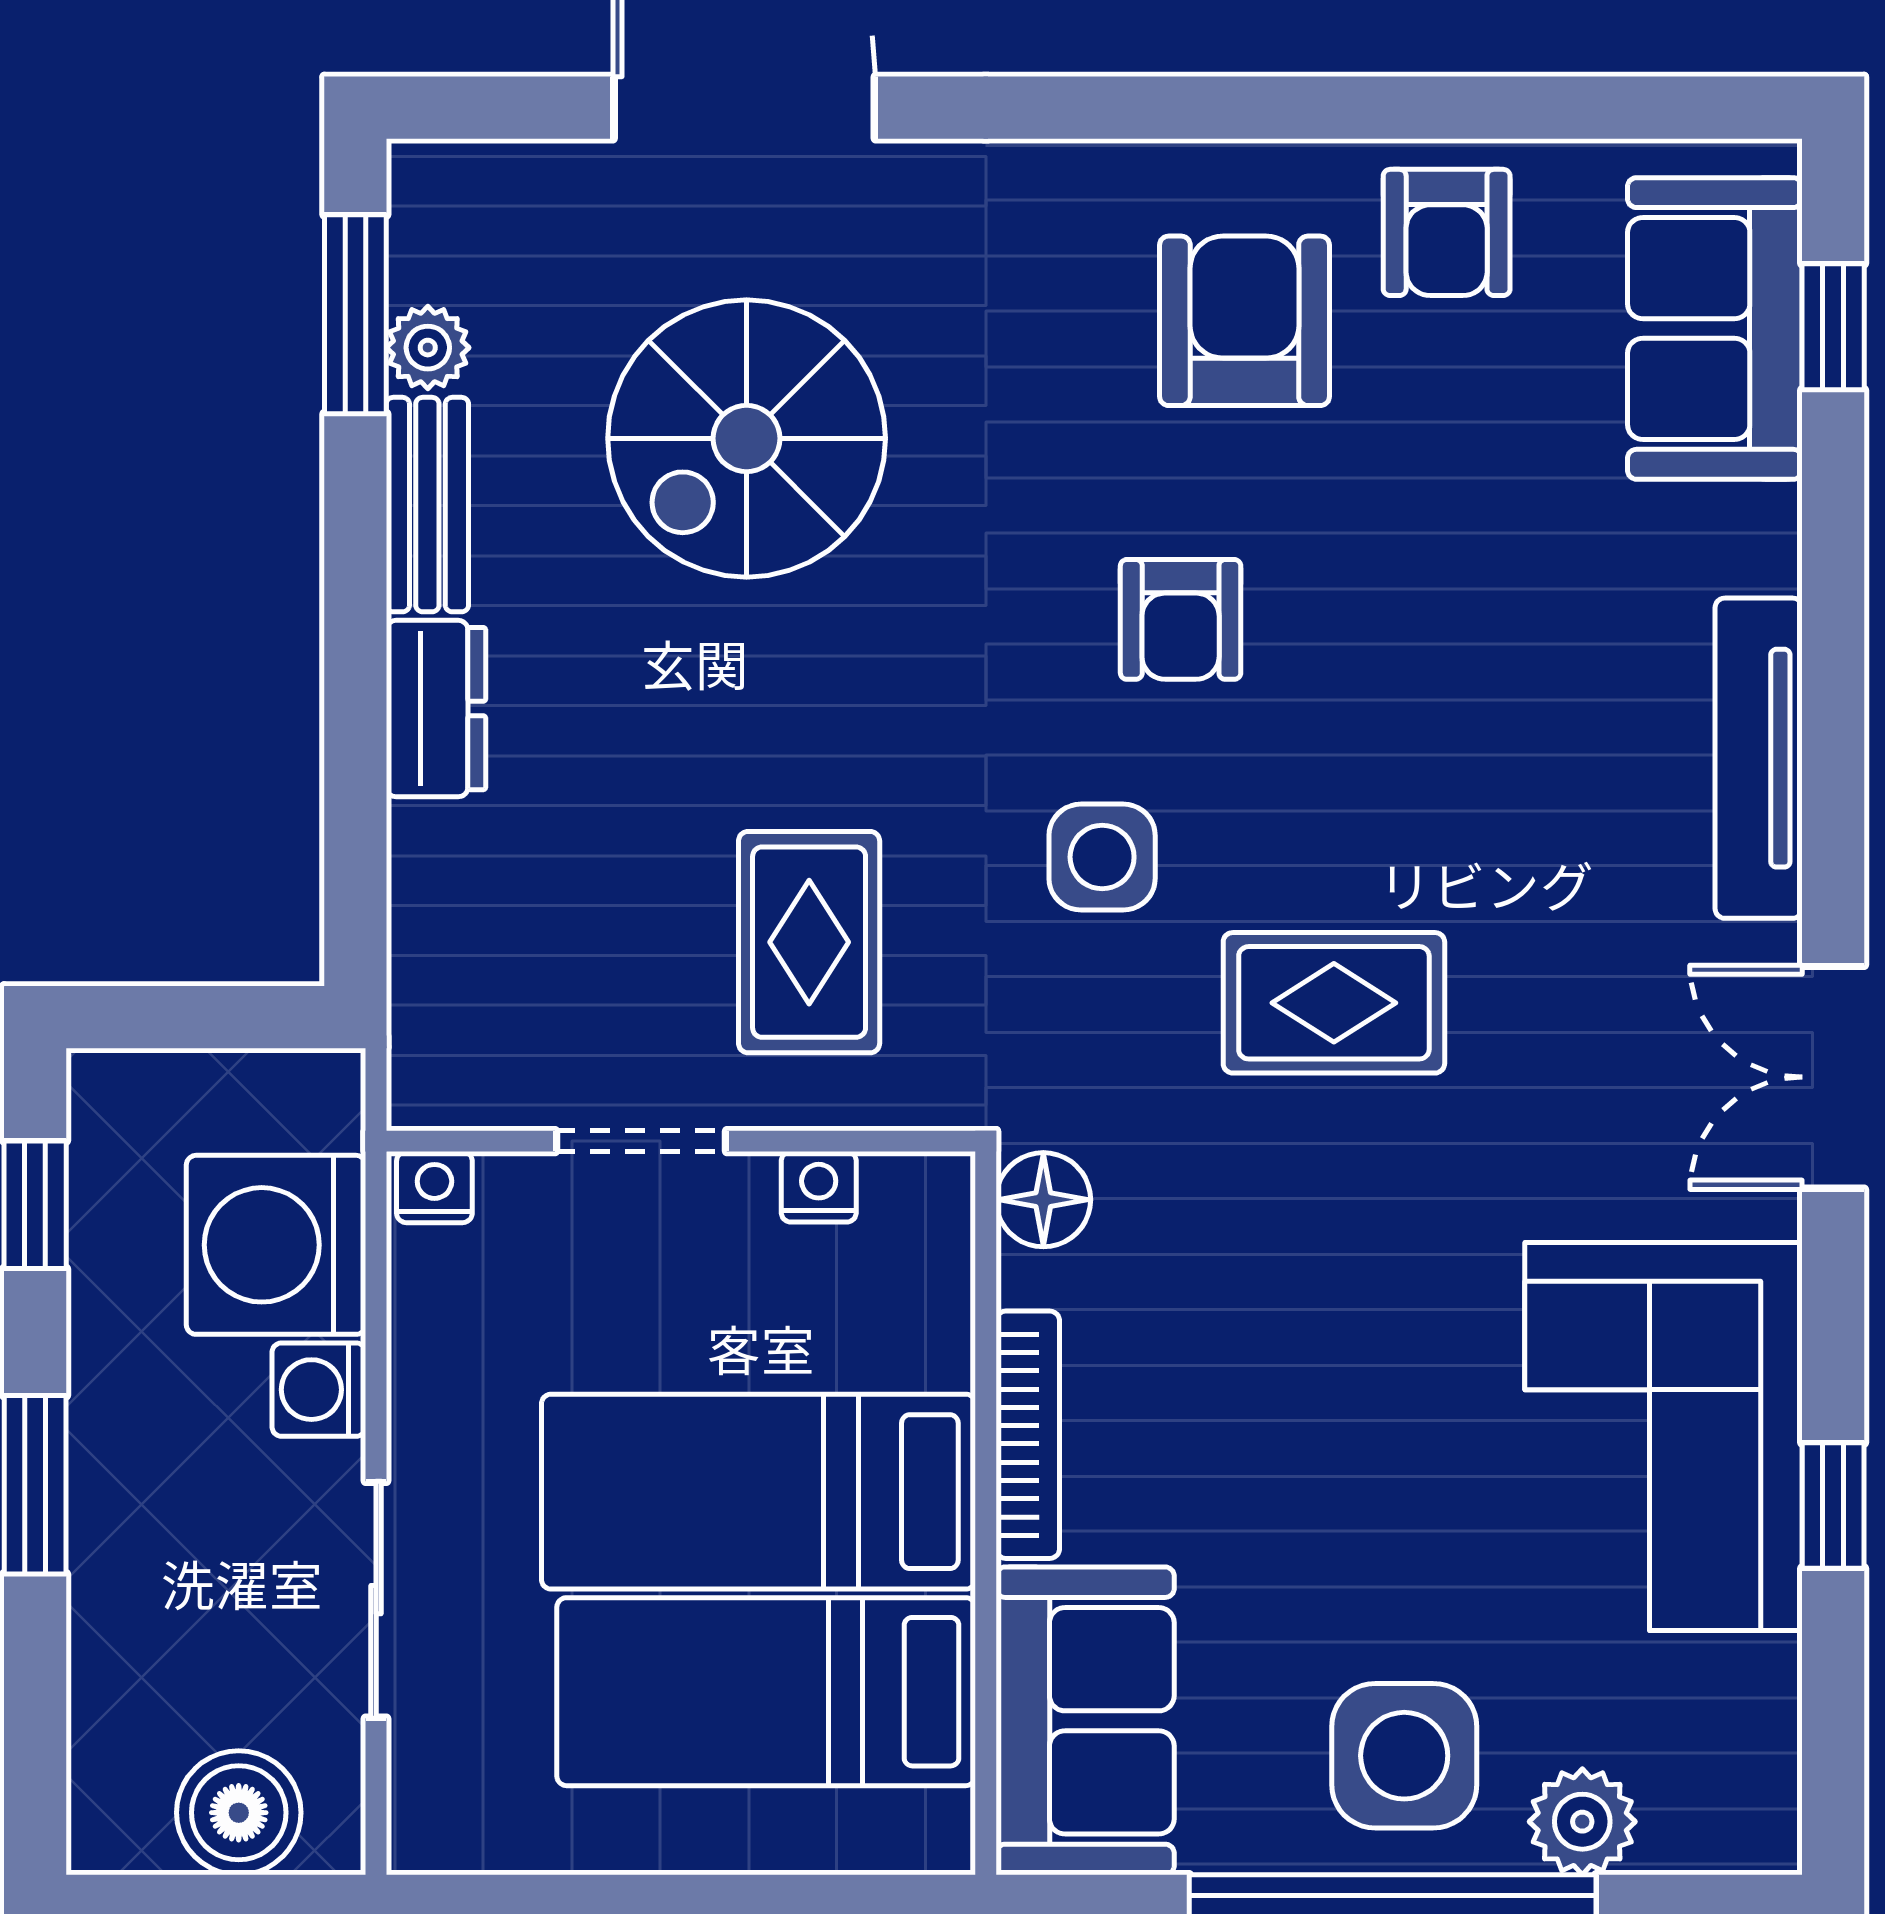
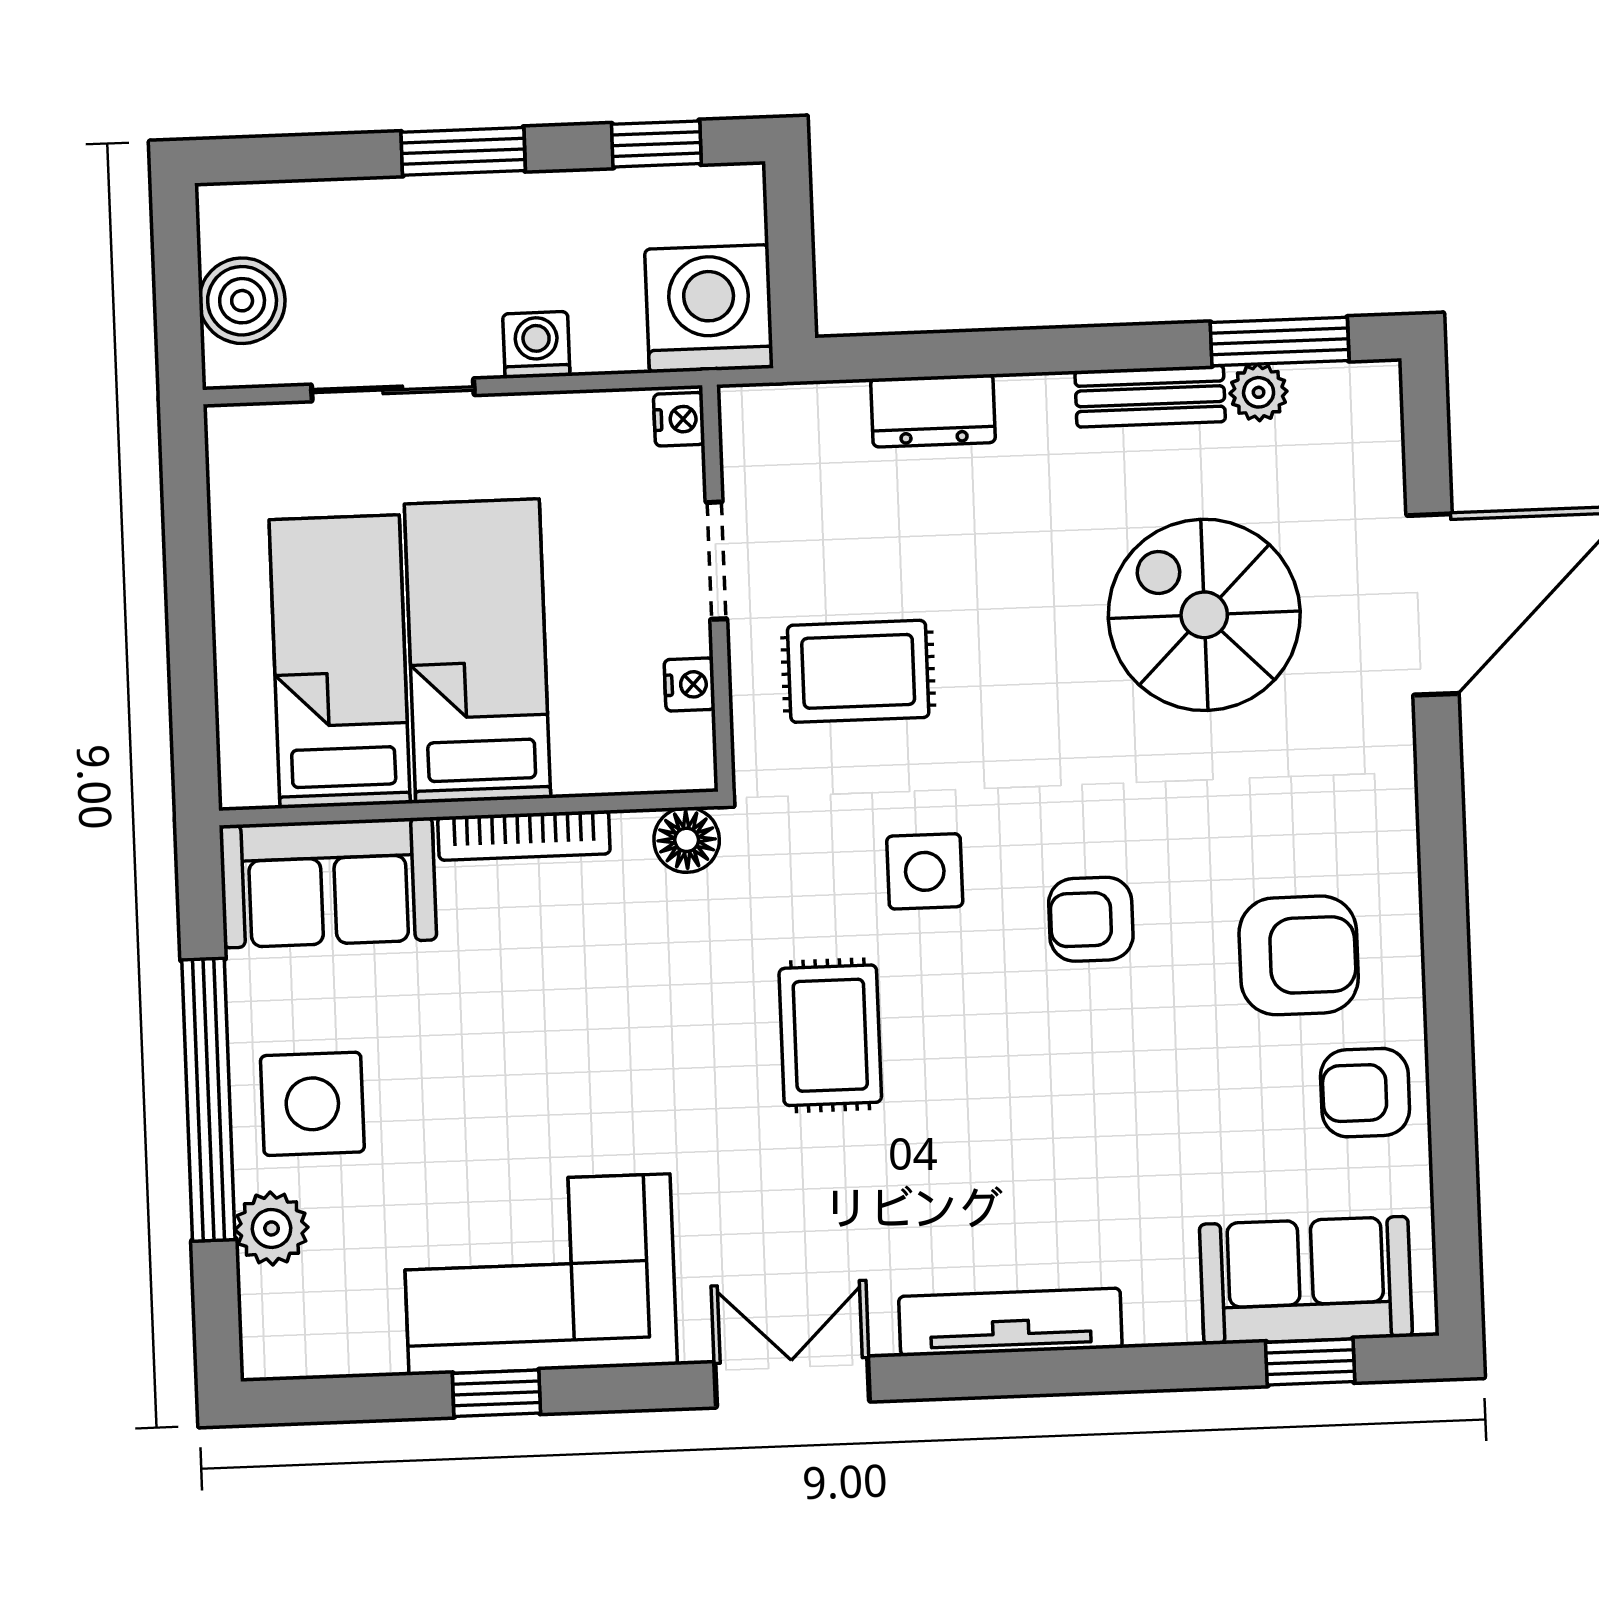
dresser: (436, 709) -> (933, 411), moved
washing machine: (276, 1245) -> (709, 309), moved

